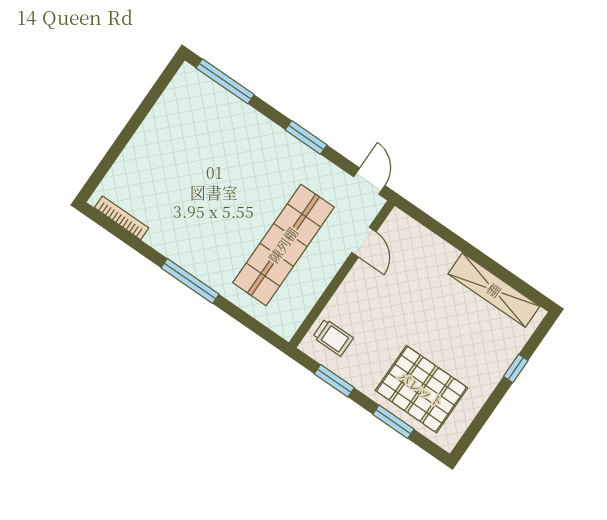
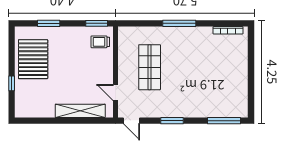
shop shelf: (283, 245) -> (150, 67), width x0.71
shelving: (494, 290) -> (80, 111), moved
window: (334, 381) -> (97, 23), moved
pallet: (421, 389) -> (33, 59), moved, turned 90

